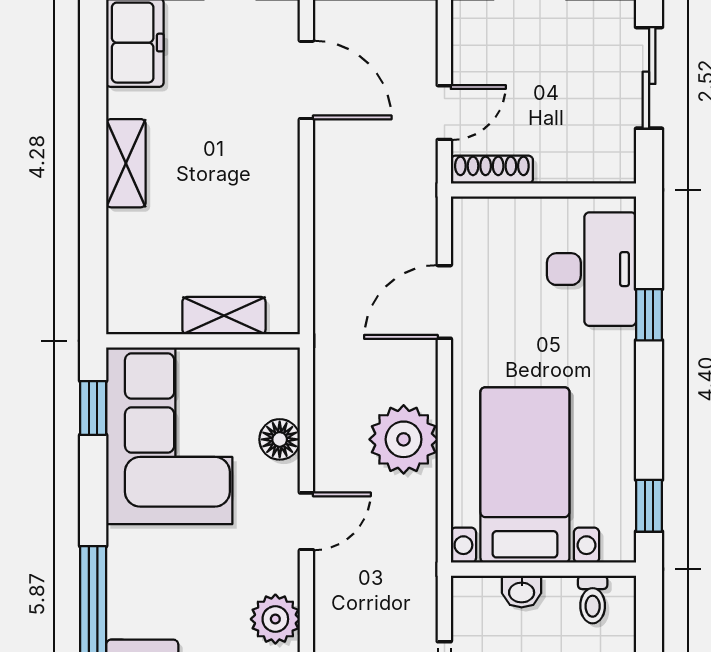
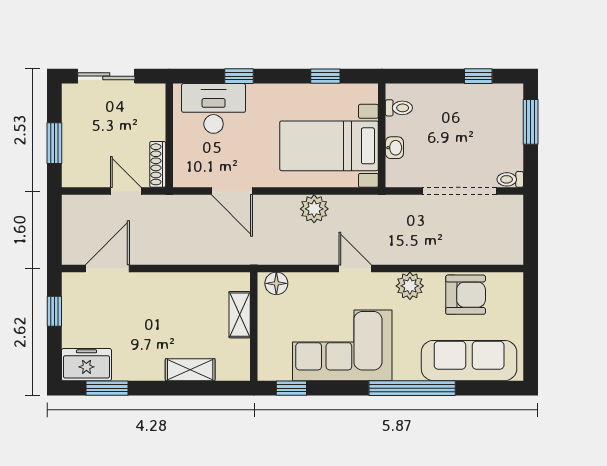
window: (93, 79) -> (107, 388), added
shelving: (126, 163) -> (190, 370), moved
corner sofa: (169, 436) -> (342, 345), moved
floor lamp: (280, 439) -> (276, 283), moved
plant: (404, 439) -> (314, 209), width x0.73, depth x0.73
window: (649, 506) -> (325, 76), moved

